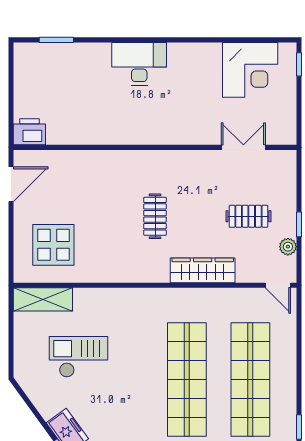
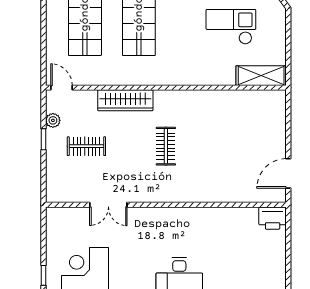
double door: (243, 147) -> (108, 205), moved
display table: (53, 245) -> (252, 122), removed
checkout: (78, 357) -> (231, 27), turned 180

